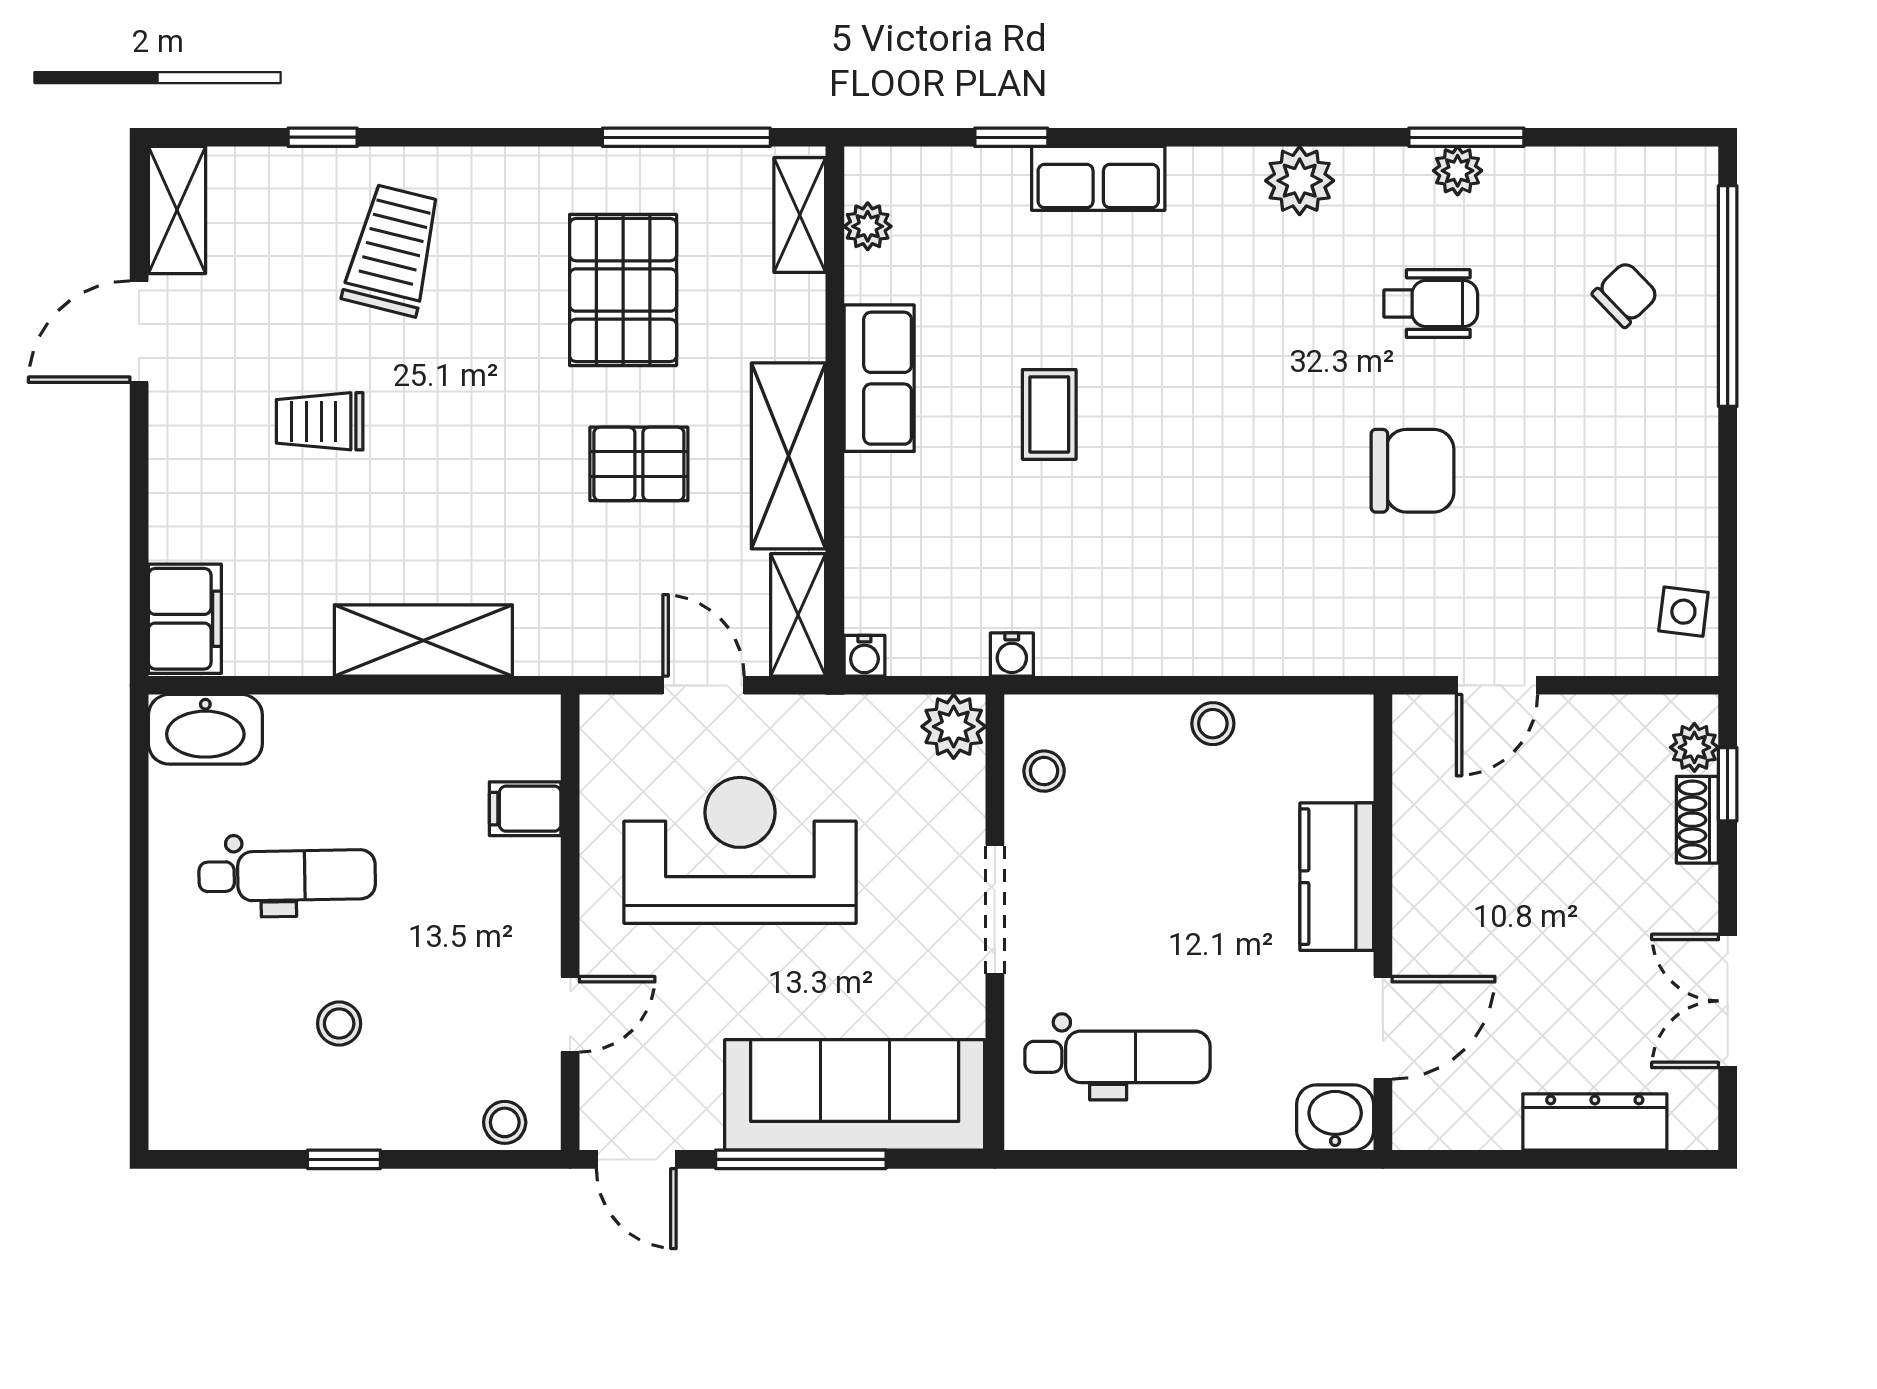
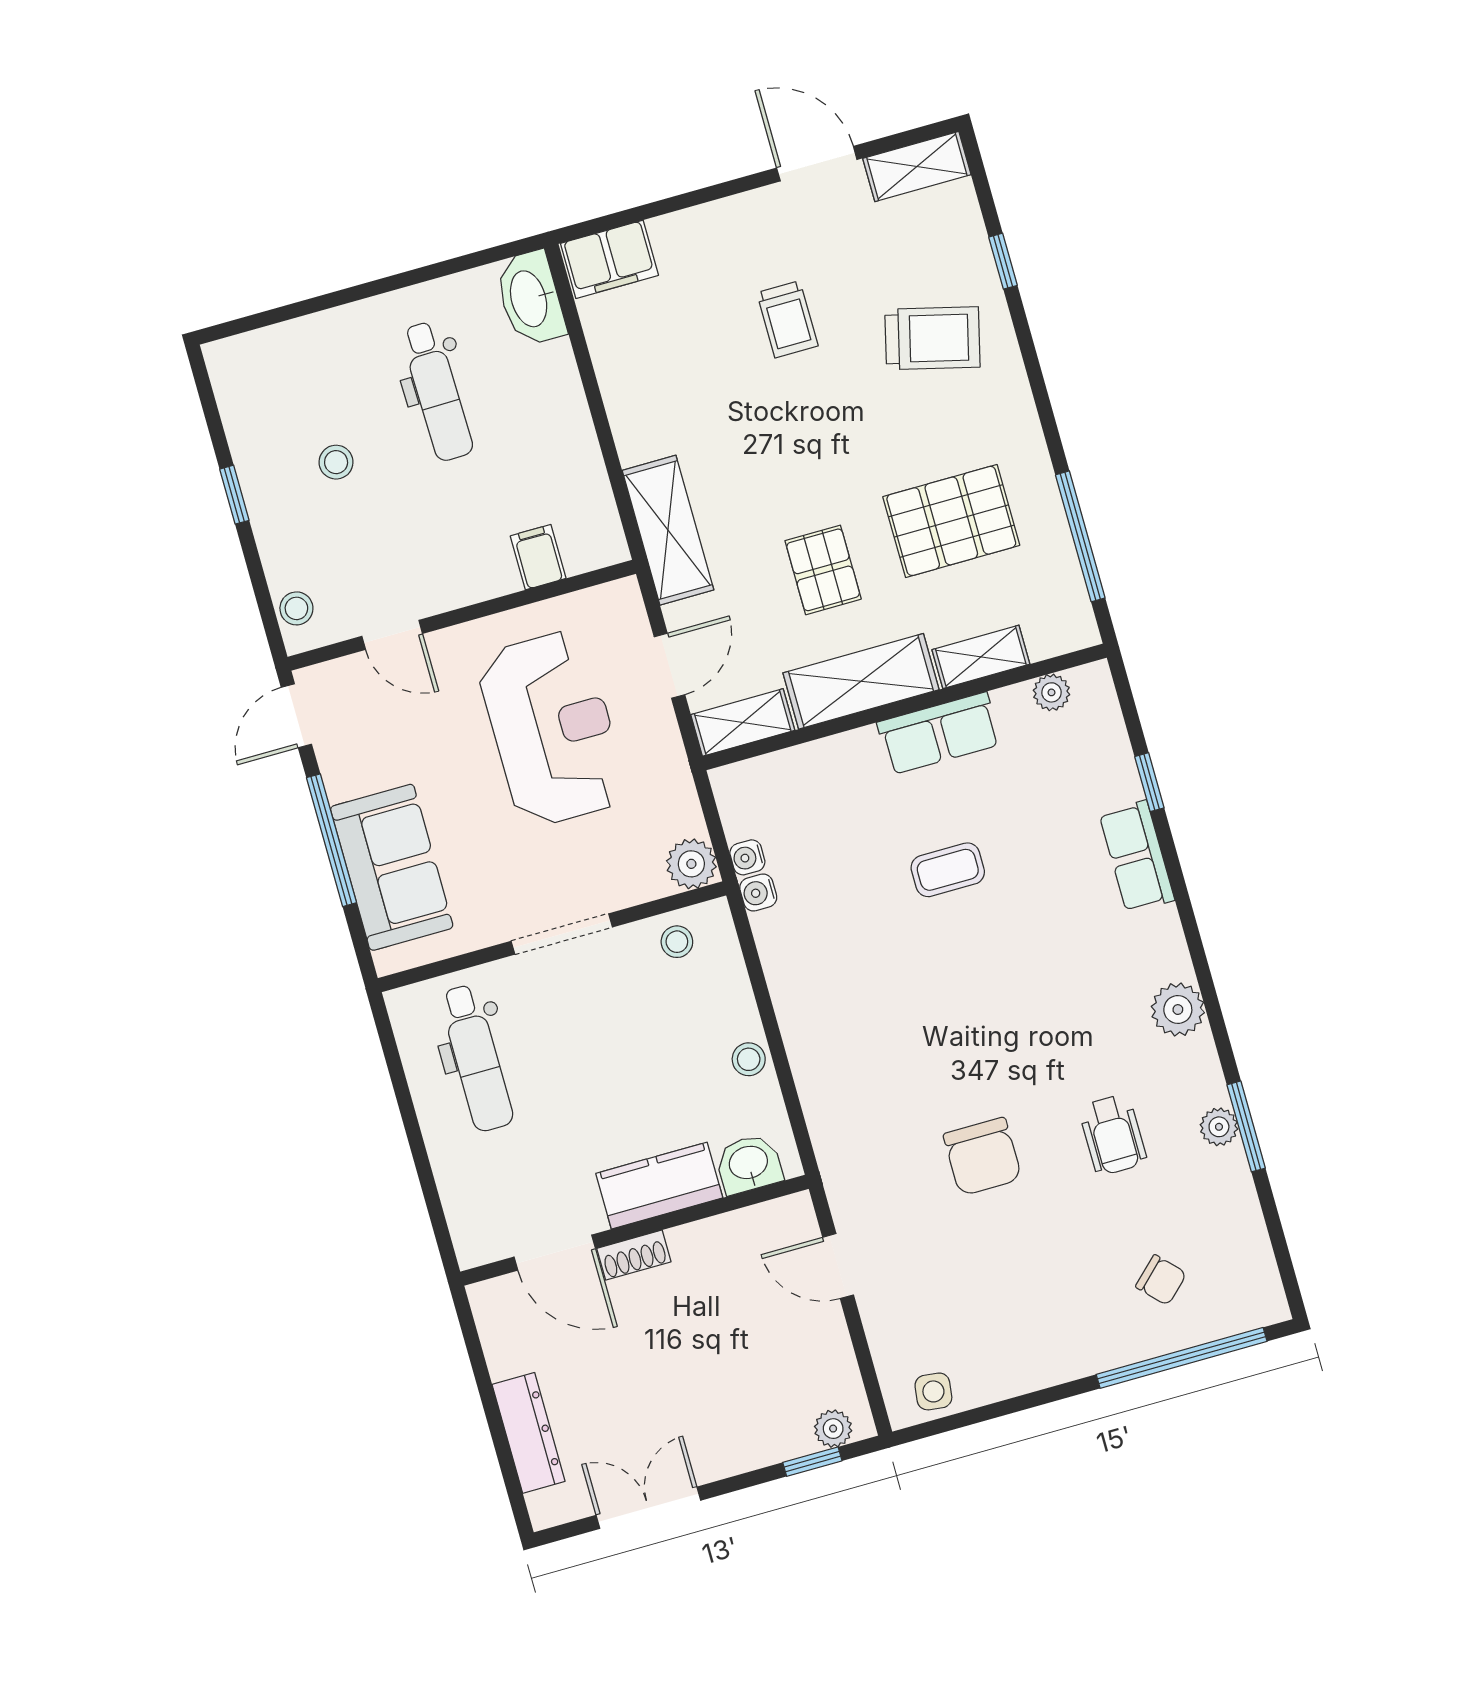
shelving: (800, 215) -> (981, 657), moved
trolley: (320, 421) -> (787, 319), turned 180
shelving: (423, 640) -> (668, 530), moved
water cooler: (864, 656) -> (747, 857), moved
shoe rack: (1697, 820) -> (634, 1255), moved, turned 180
sofa: (855, 1095) -> (392, 867), width x0.73
washbasin: (1335, 1118) -> (749, 1164), moved, turned -90

